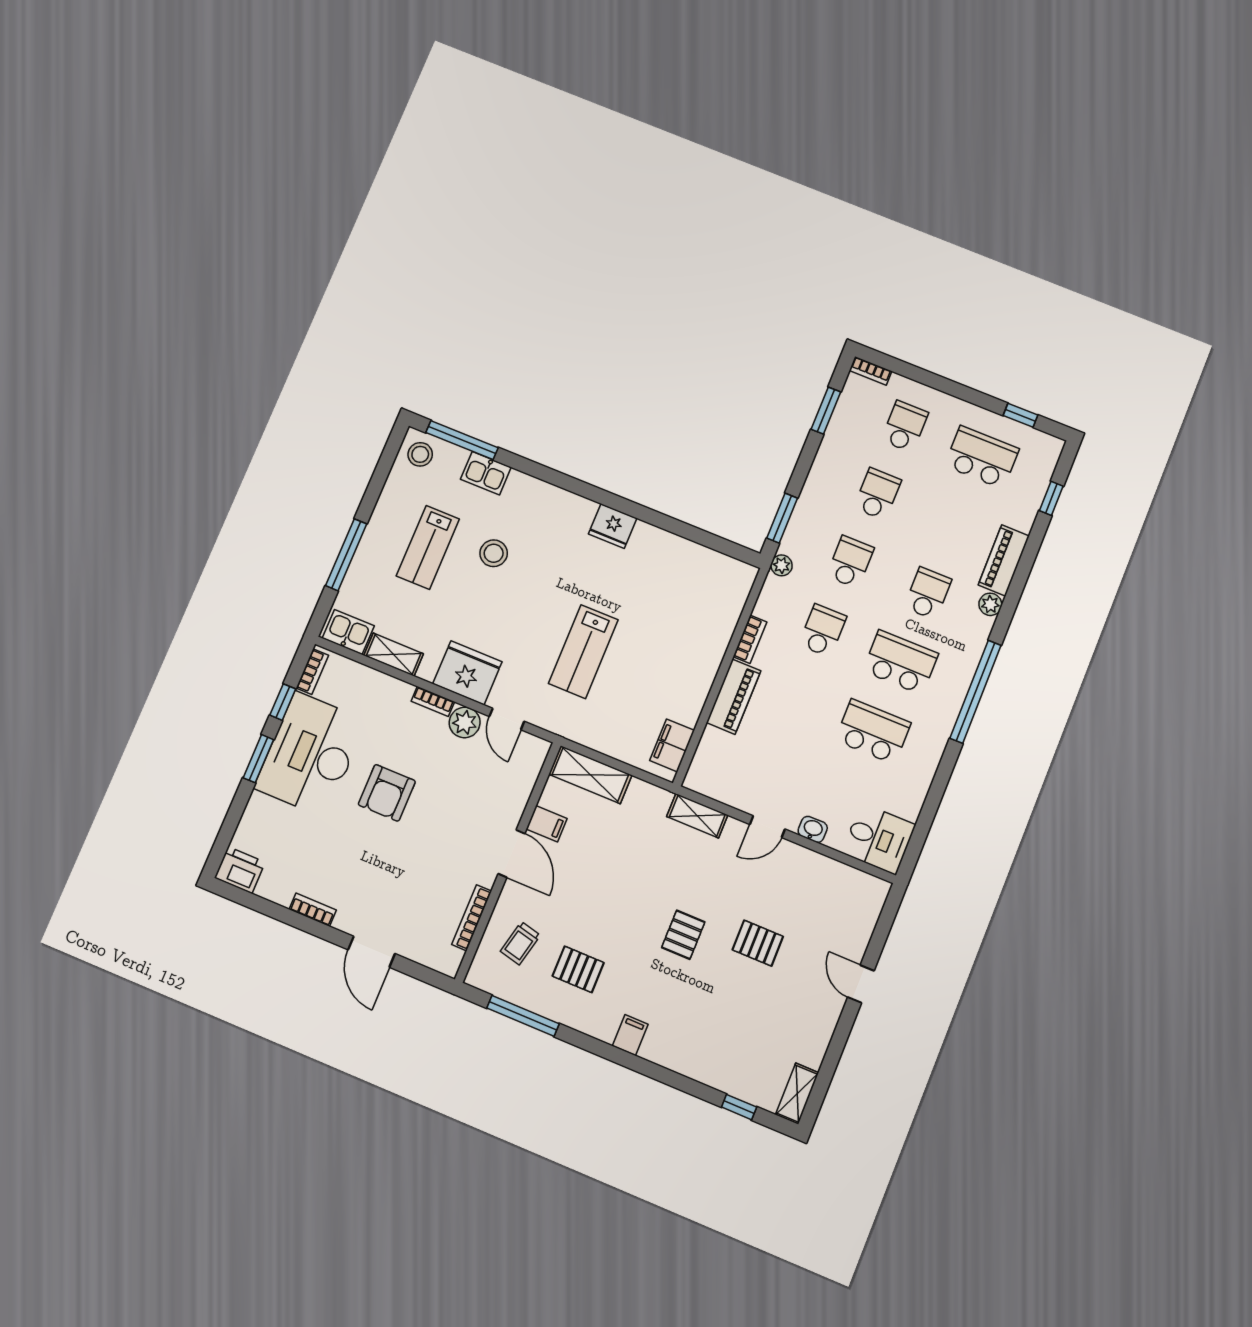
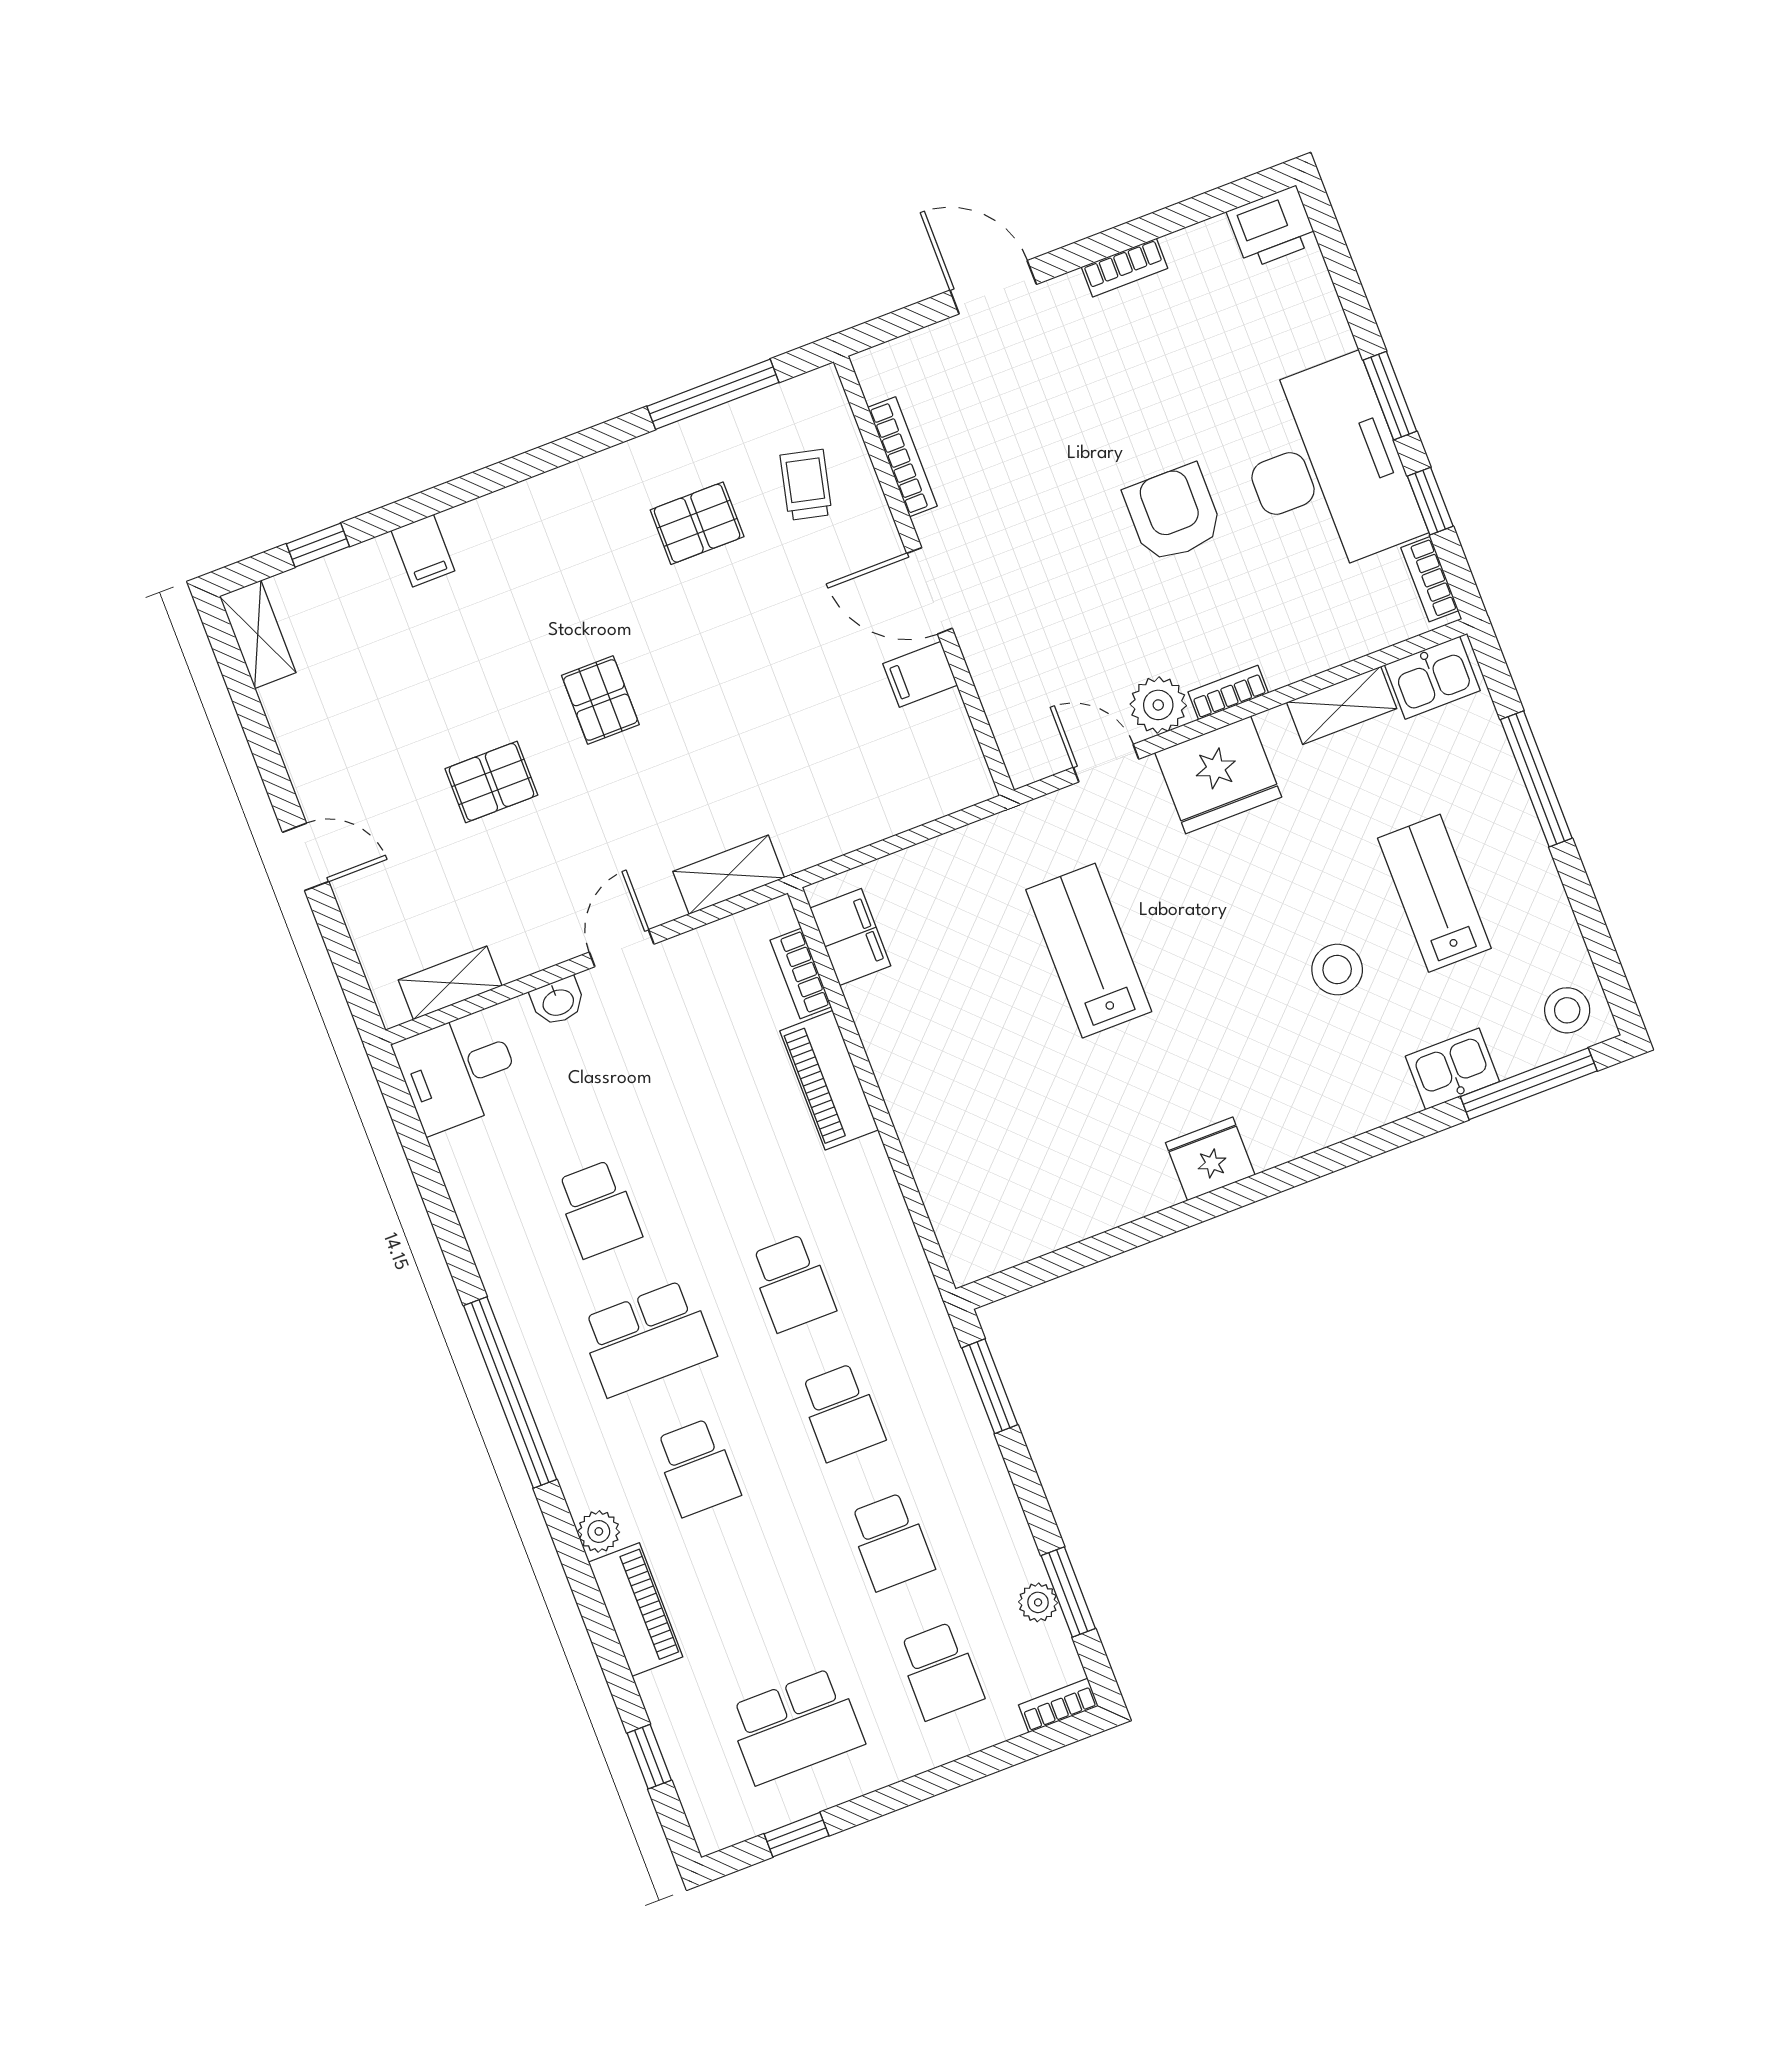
plant: (781, 565) -> (1038, 1602), moved
bookcase: (750, 639) -> (801, 973), moved
school desk: (873, 732) -> (598, 1209), width x0.54
shelving: (590, 775) -> (450, 983), moved, width x0.67, depth x0.75
filing cabinet: (630, 1035) -> (423, 551), moved

